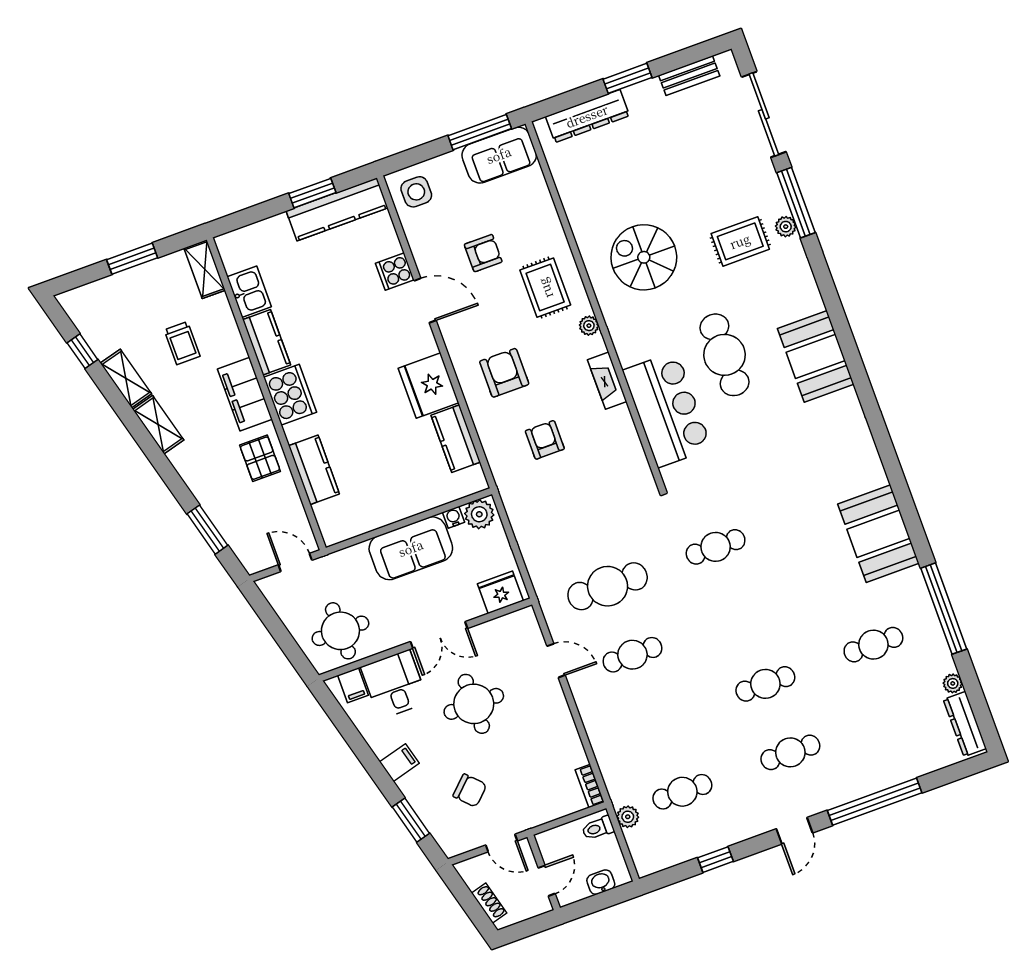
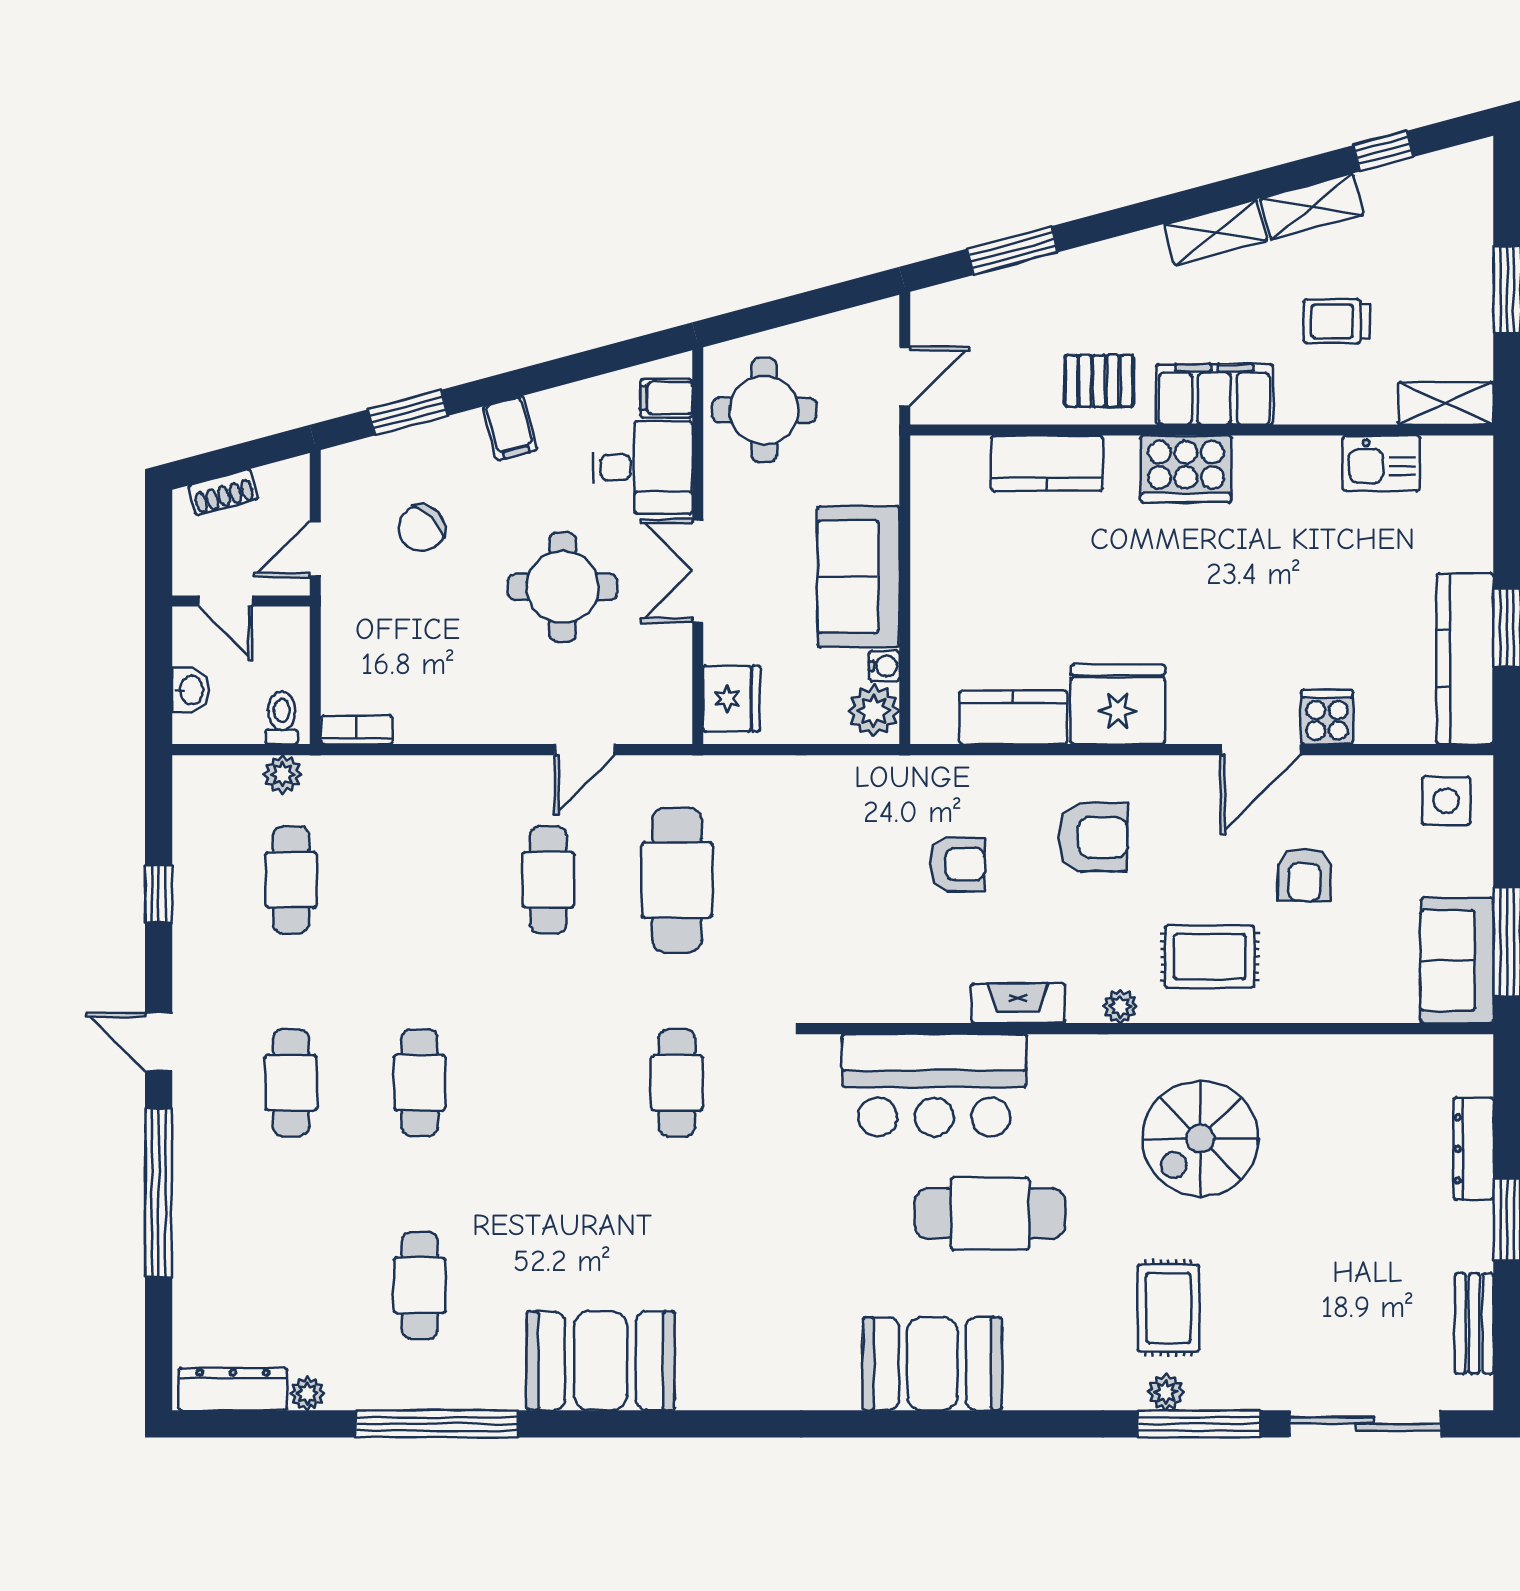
dresser: (587, 116) -> (1473, 1149), width x0.73, depth x0.80
spiral stairs: (644, 257) -> (1200, 1138), turned 180
kitchen counter: (267, 342) -> (1287, 462), removed

